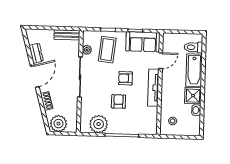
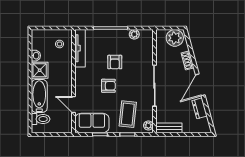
plant: (87, 50) -> (148, 125), moved
door: (161, 61) -> (73, 104), hinge flipped
tv unit: (153, 88) -> (80, 48), moved
plant: (99, 124) -> (134, 34), width x0.53, depth x0.53

